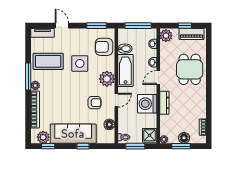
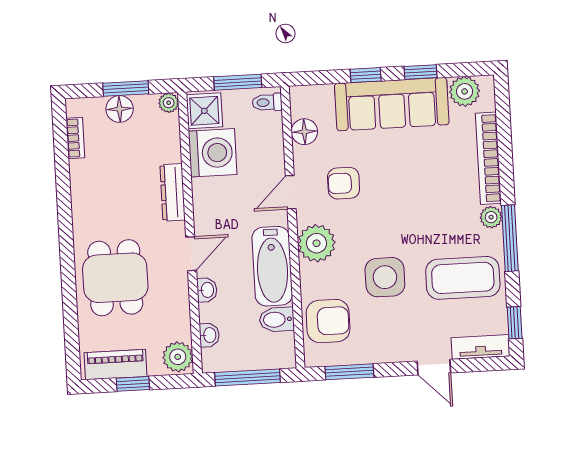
window: (28, 42) -> (515, 323), added
washing machine: (147, 104) -> (213, 153), moved
window: (48, 146) -> (421, 72), moved

